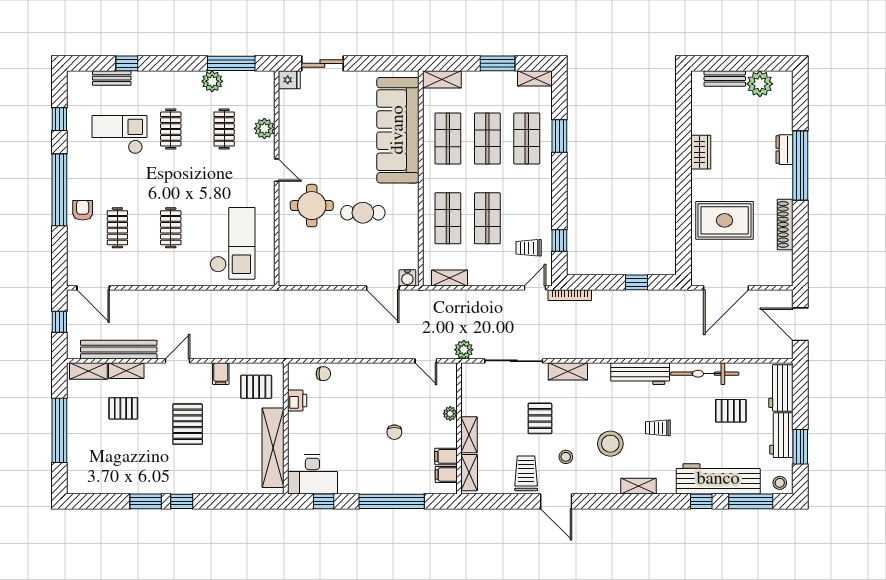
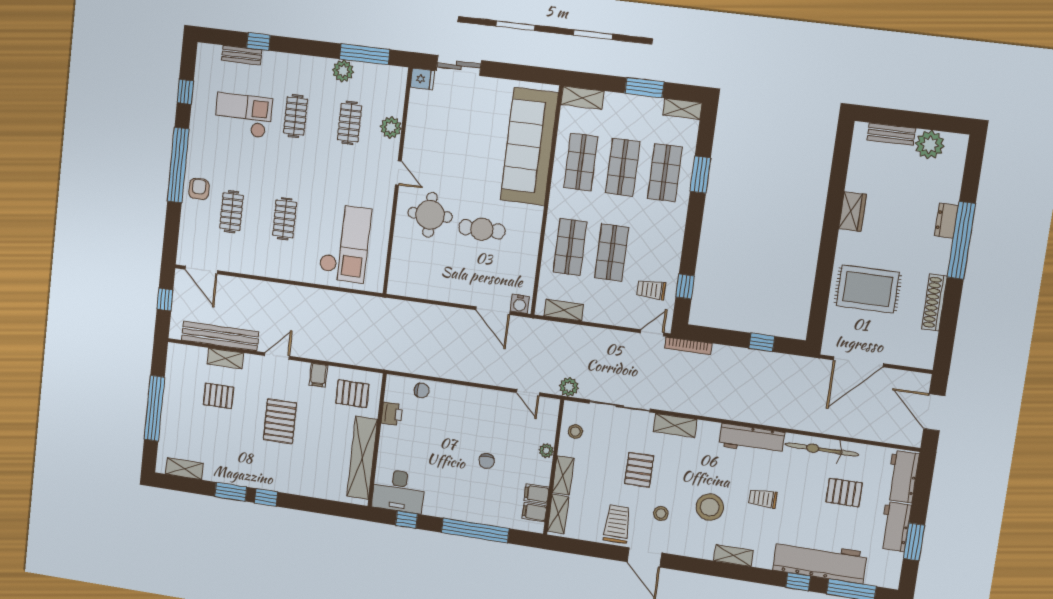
shelving: (88, 371) -> (184, 469), moved
stool: (780, 483) -> (575, 431), moved

